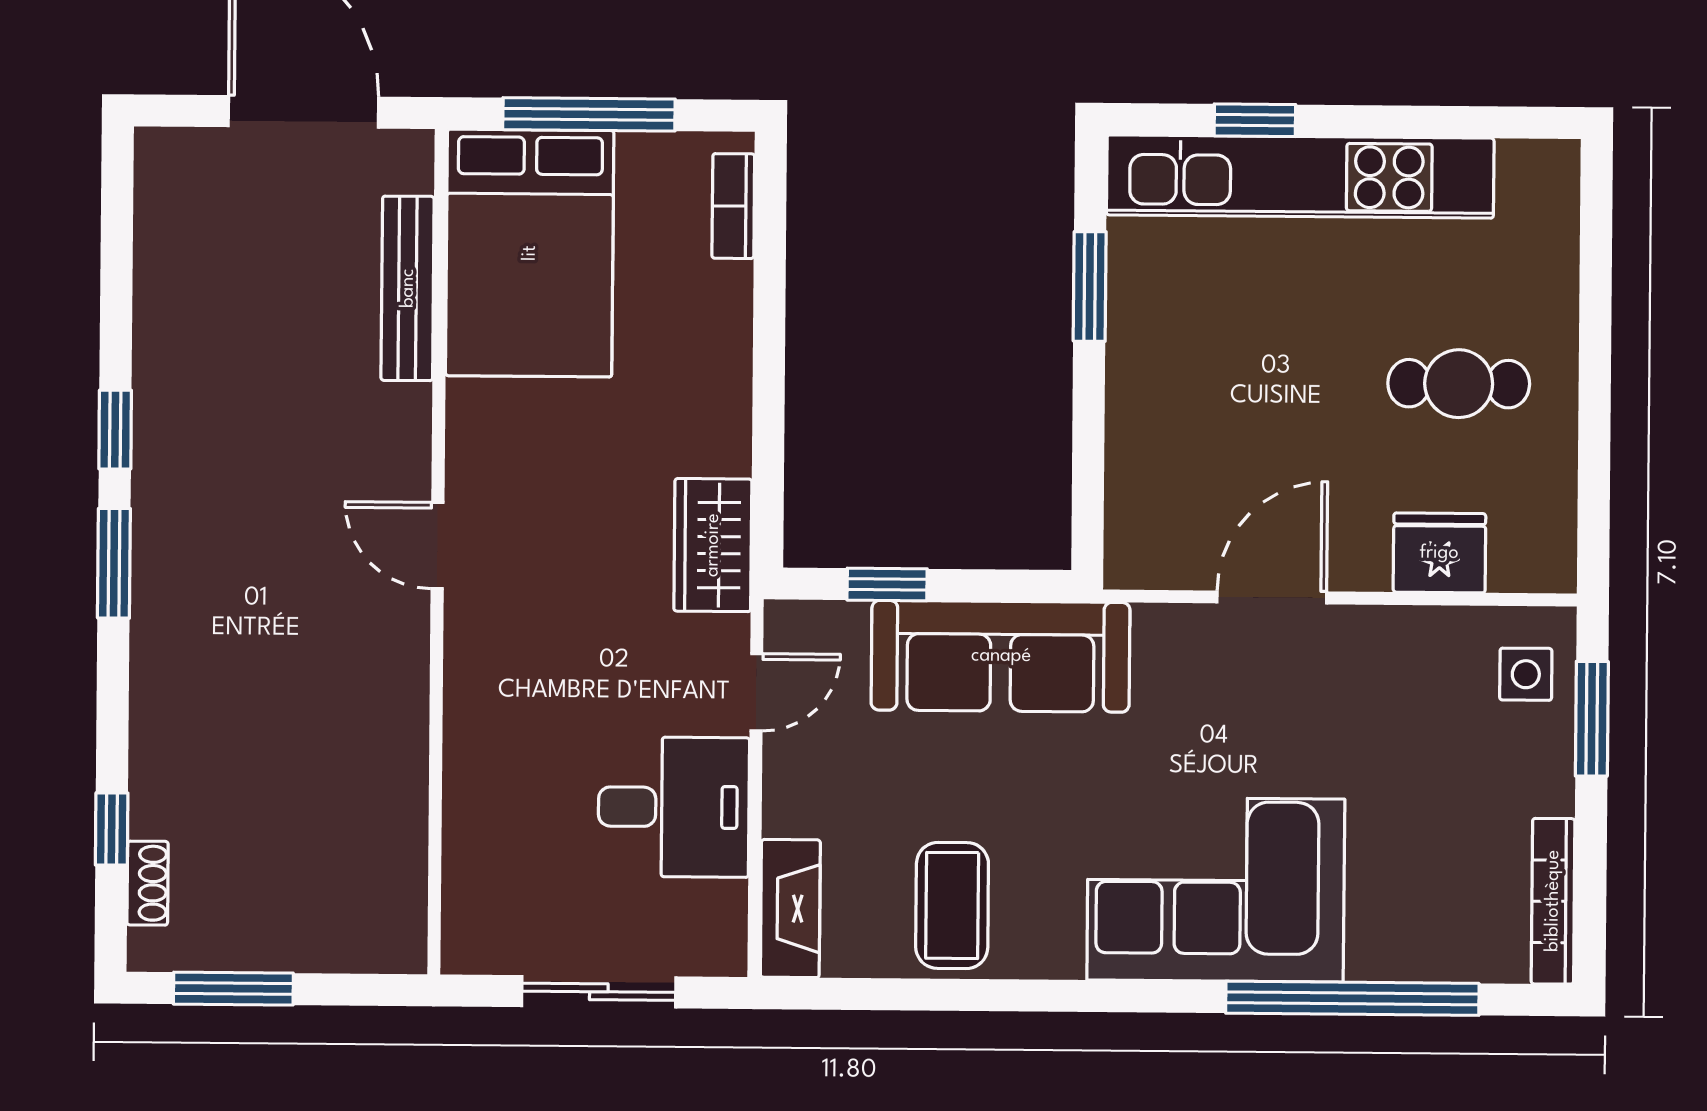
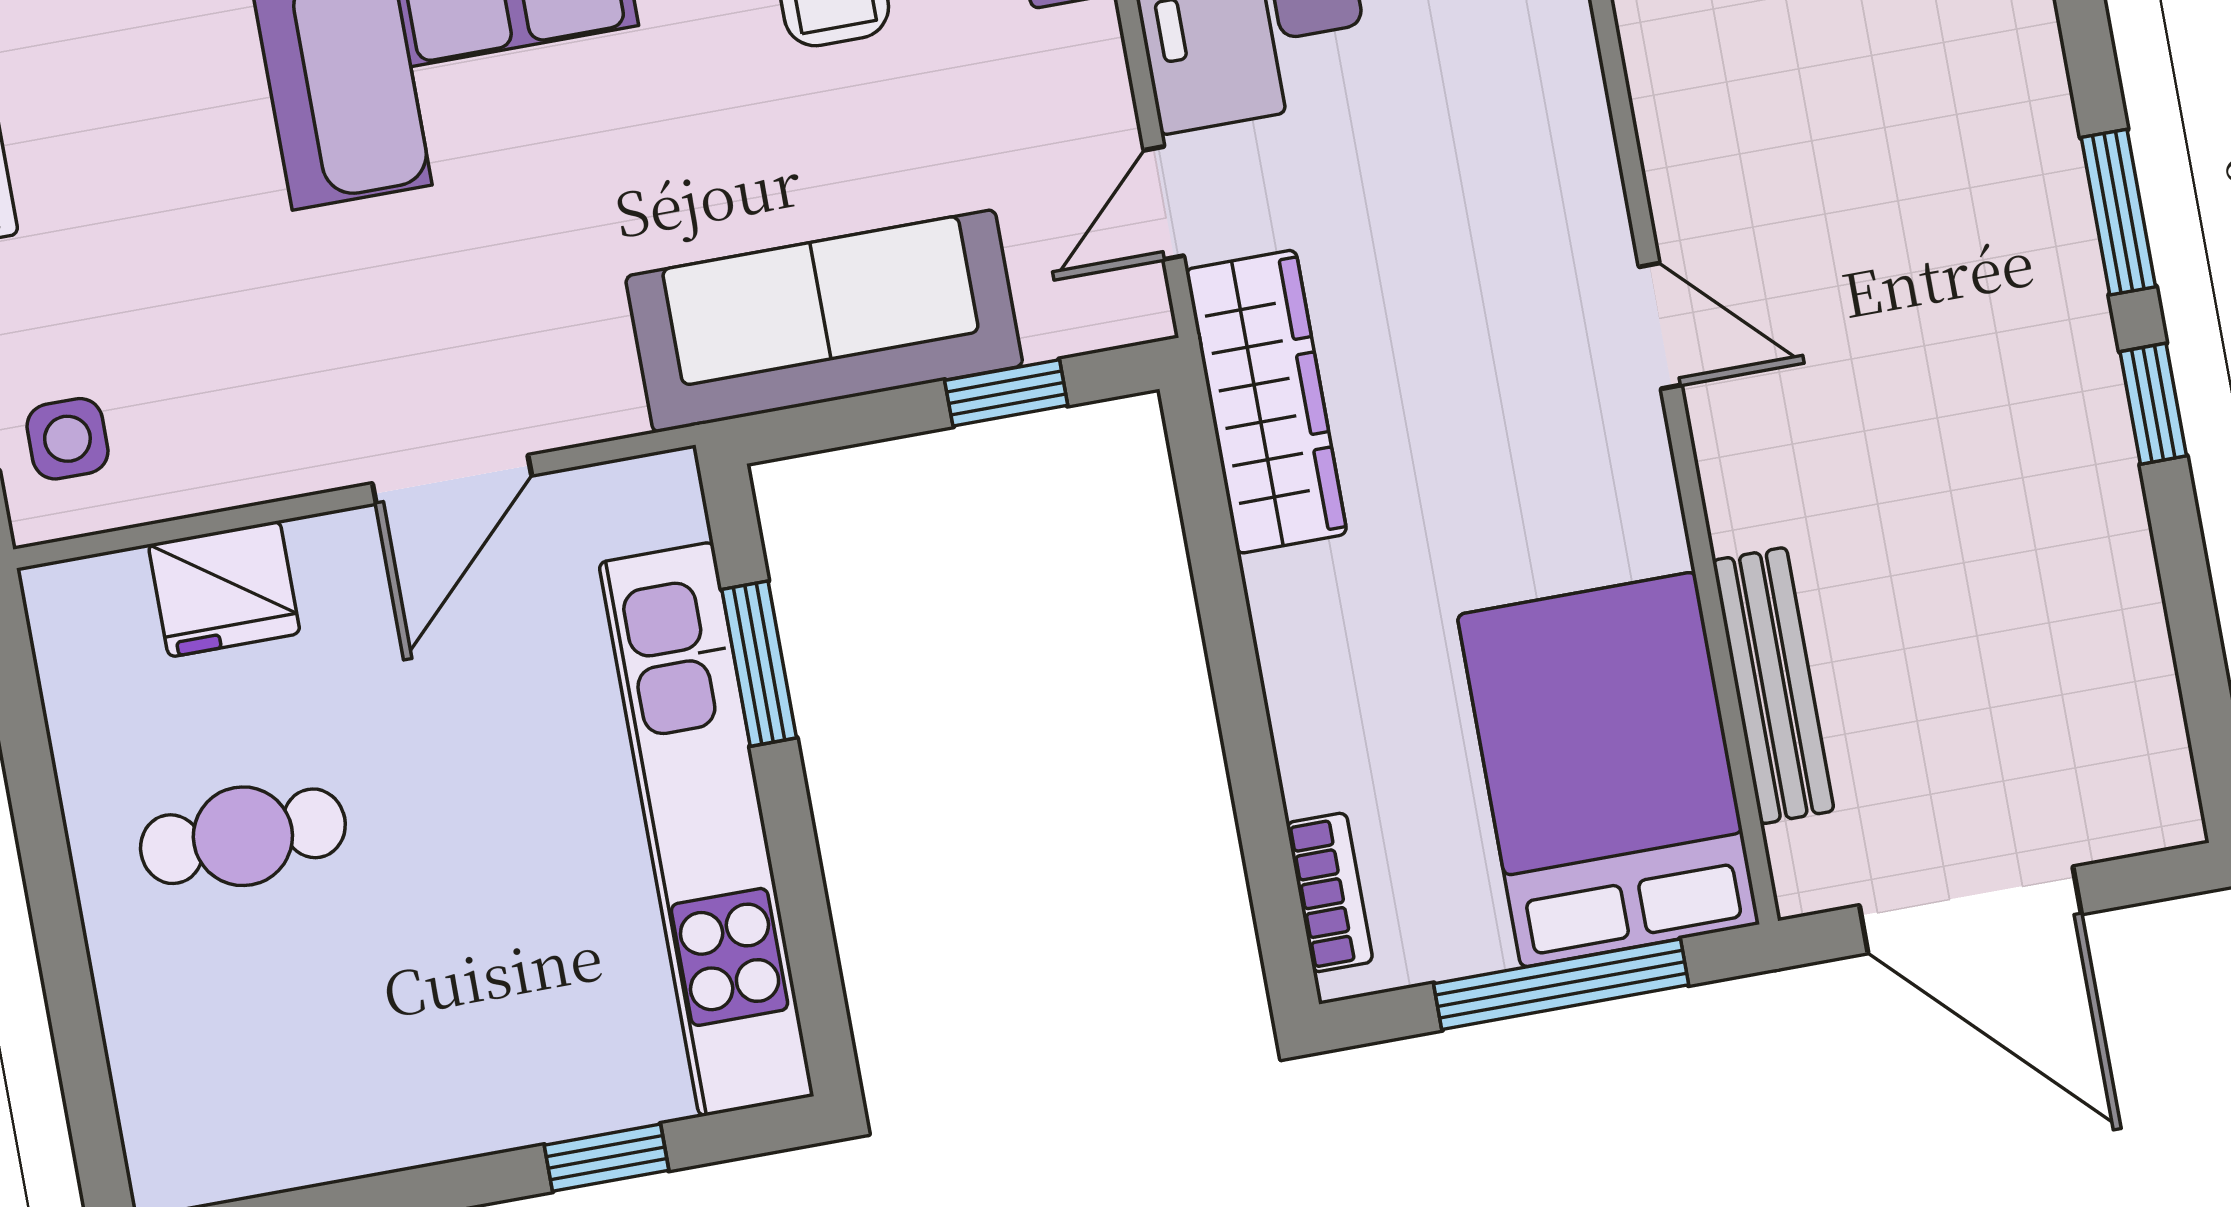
kitchen unit: (1300, 177) -> (706, 829), moved, turned -90
window: (1090, 286) -> (759, 664), moved
wardrobe: (713, 545) -> (1266, 402), width x1.50

